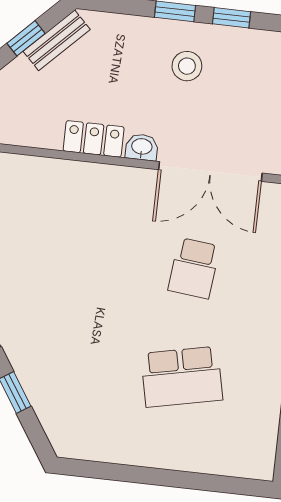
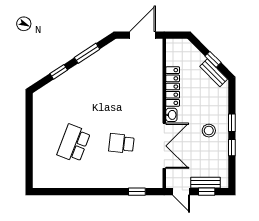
locker: (94, 139) -> (173, 87), width x1.53
double door: (210, 171) -> (164, 146), swing flipped
school desk: (182, 377) -> (74, 143), turned 33

